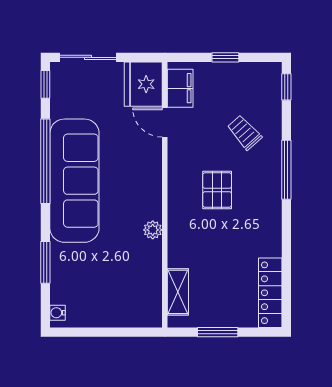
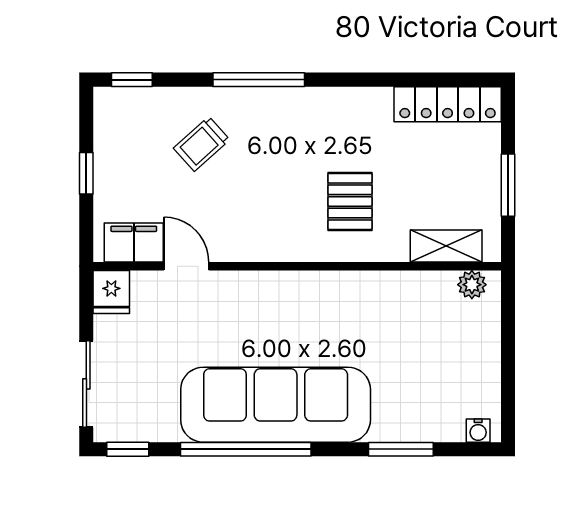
fridge: (143, 84) -> (111, 292), width x0.53, depth x0.75
door: (165, 123) -> (186, 266), swing flipped
pallet: (217, 190) -> (350, 201), moved, turned 90
plant: (153, 230) -> (472, 285), moved

